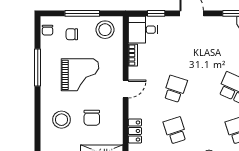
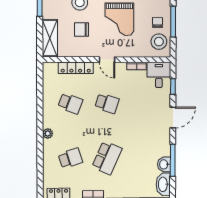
chair: (72, 34) -> (158, 22), moved
school desk: (175, 130) -> (70, 103), turned 39
locker: (135, 131) -> (76, 68), width x1.53

